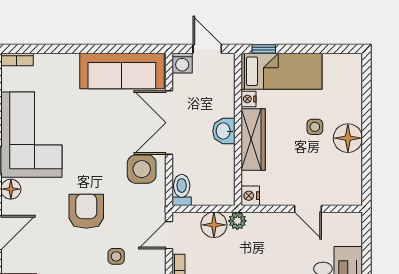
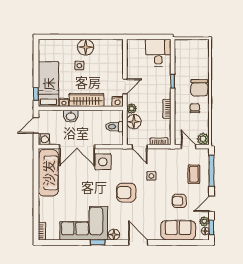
washbasin: (224, 131) -> (71, 116), moved
toilet: (182, 190) -> (114, 127), moved
door: (308, 209) -> (125, 86), moved

